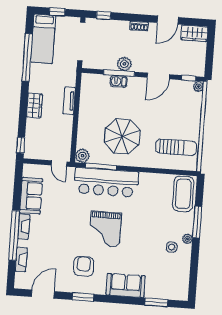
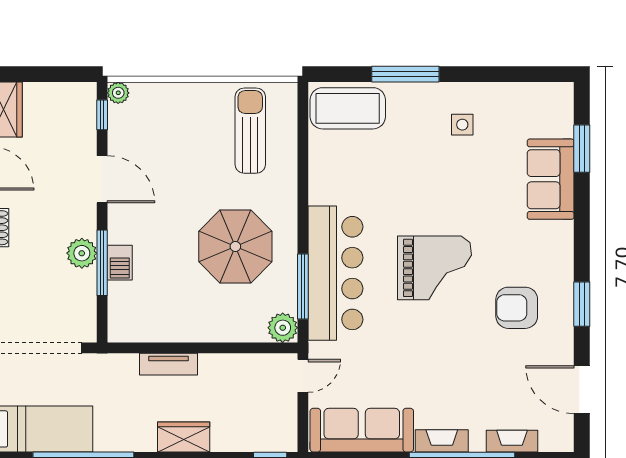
sofa: (31, 196) -> (362, 430), width x1.36
plant: (187, 239) -> (442, 92), removed
sofa: (126, 285) -> (551, 179), moved

